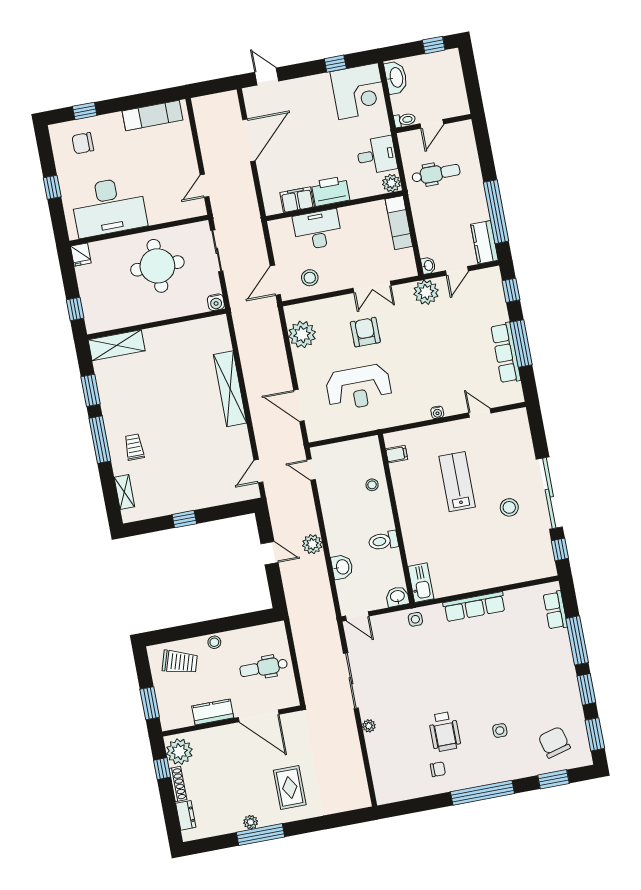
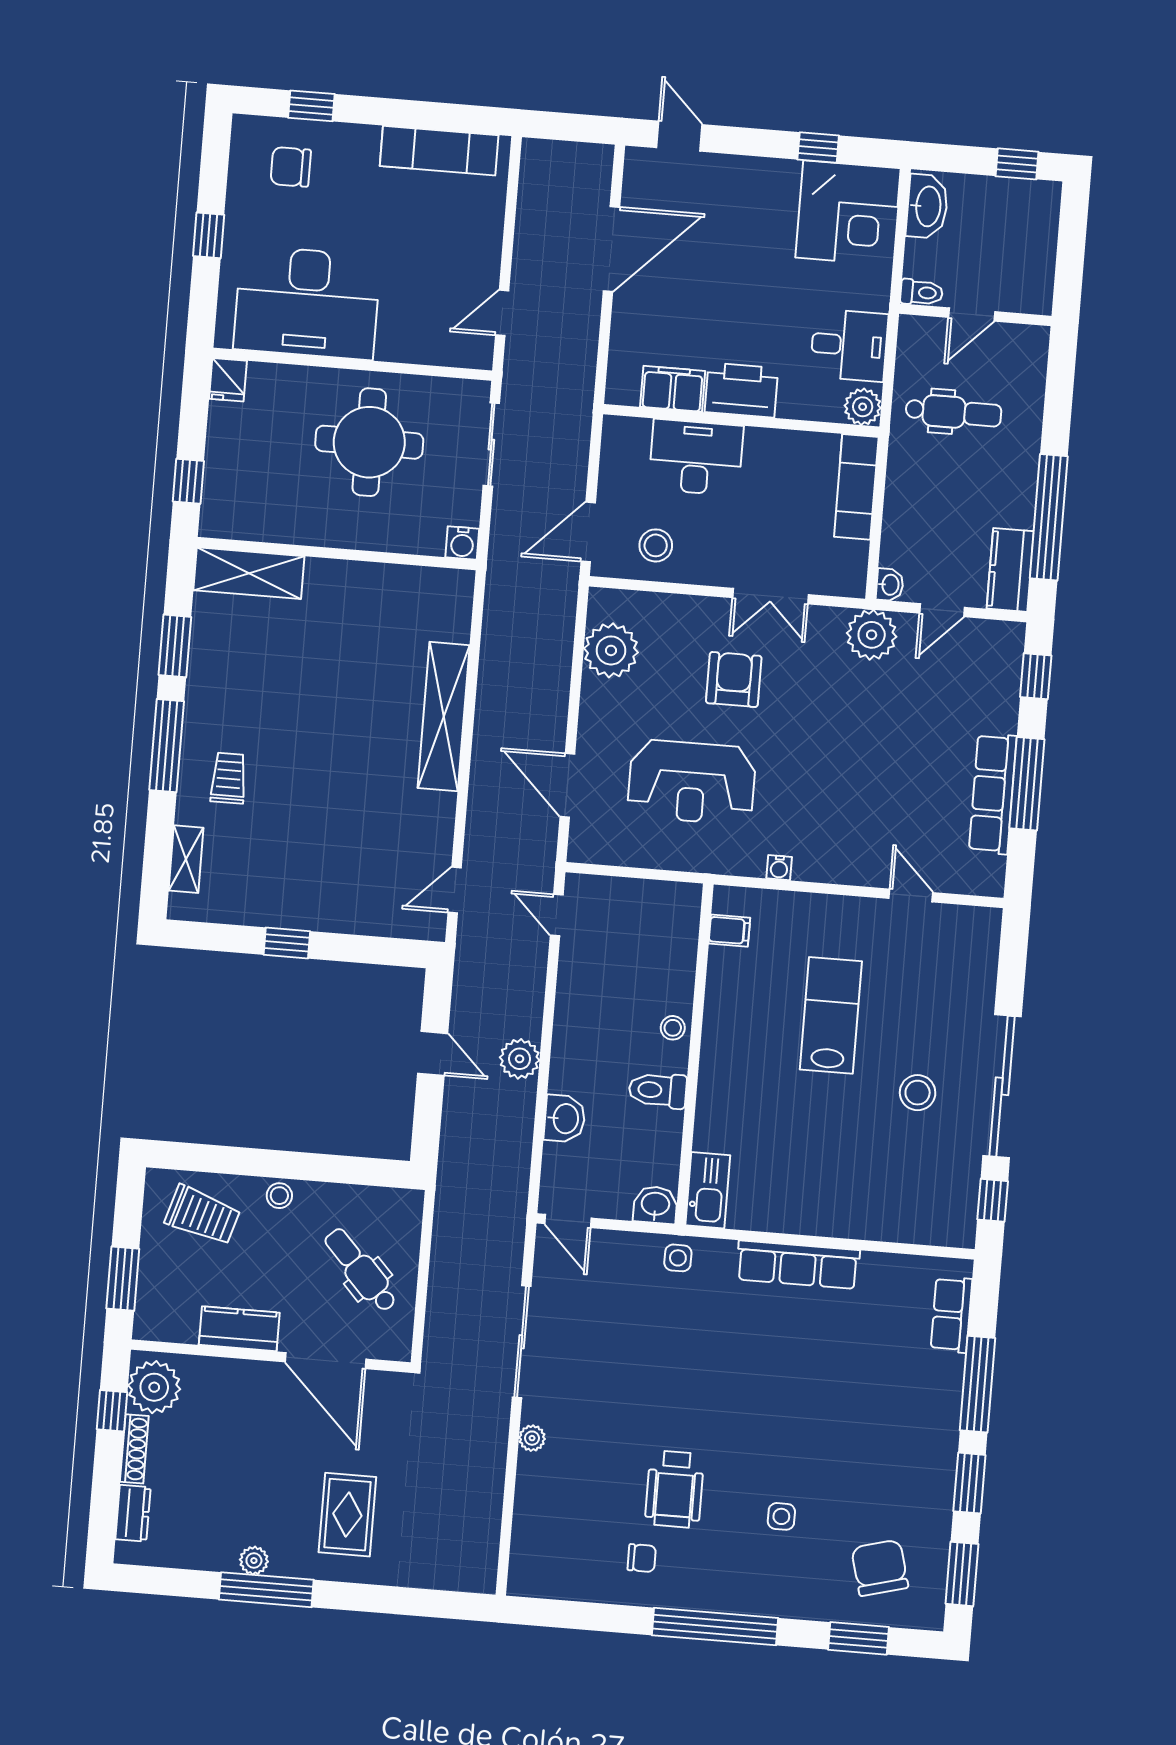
water cooler: (437, 412) -> (779, 868), moved
stool: (372, 485) -> (673, 1028), moved
dental chair: (264, 667) -> (361, 1270), turned 47

